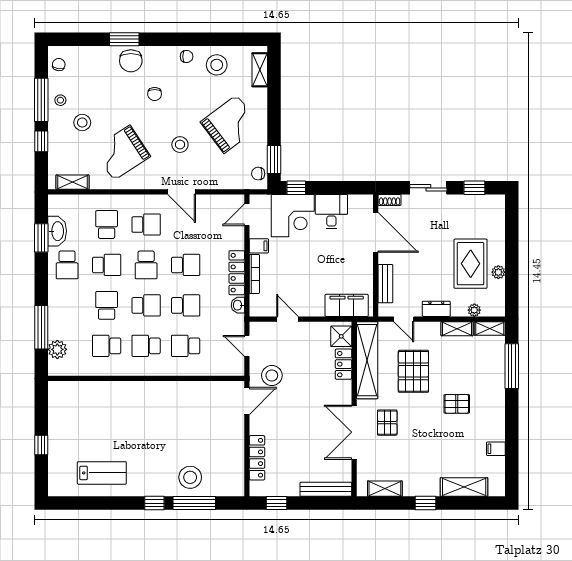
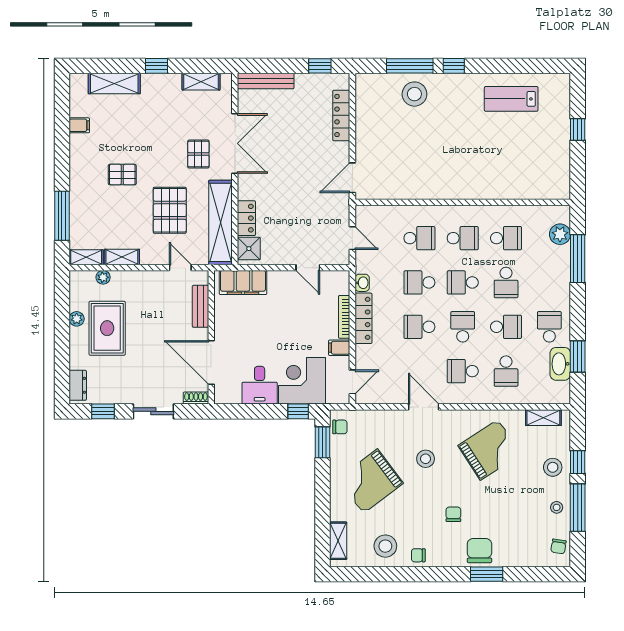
stool: (82, 123) -> (553, 467), moved
school desk: (107, 265) -> (506, 327), turned 180
dresser: (436, 309) -> (78, 385), moved, turned -90
stool: (272, 375) -> (325, 206), removed

